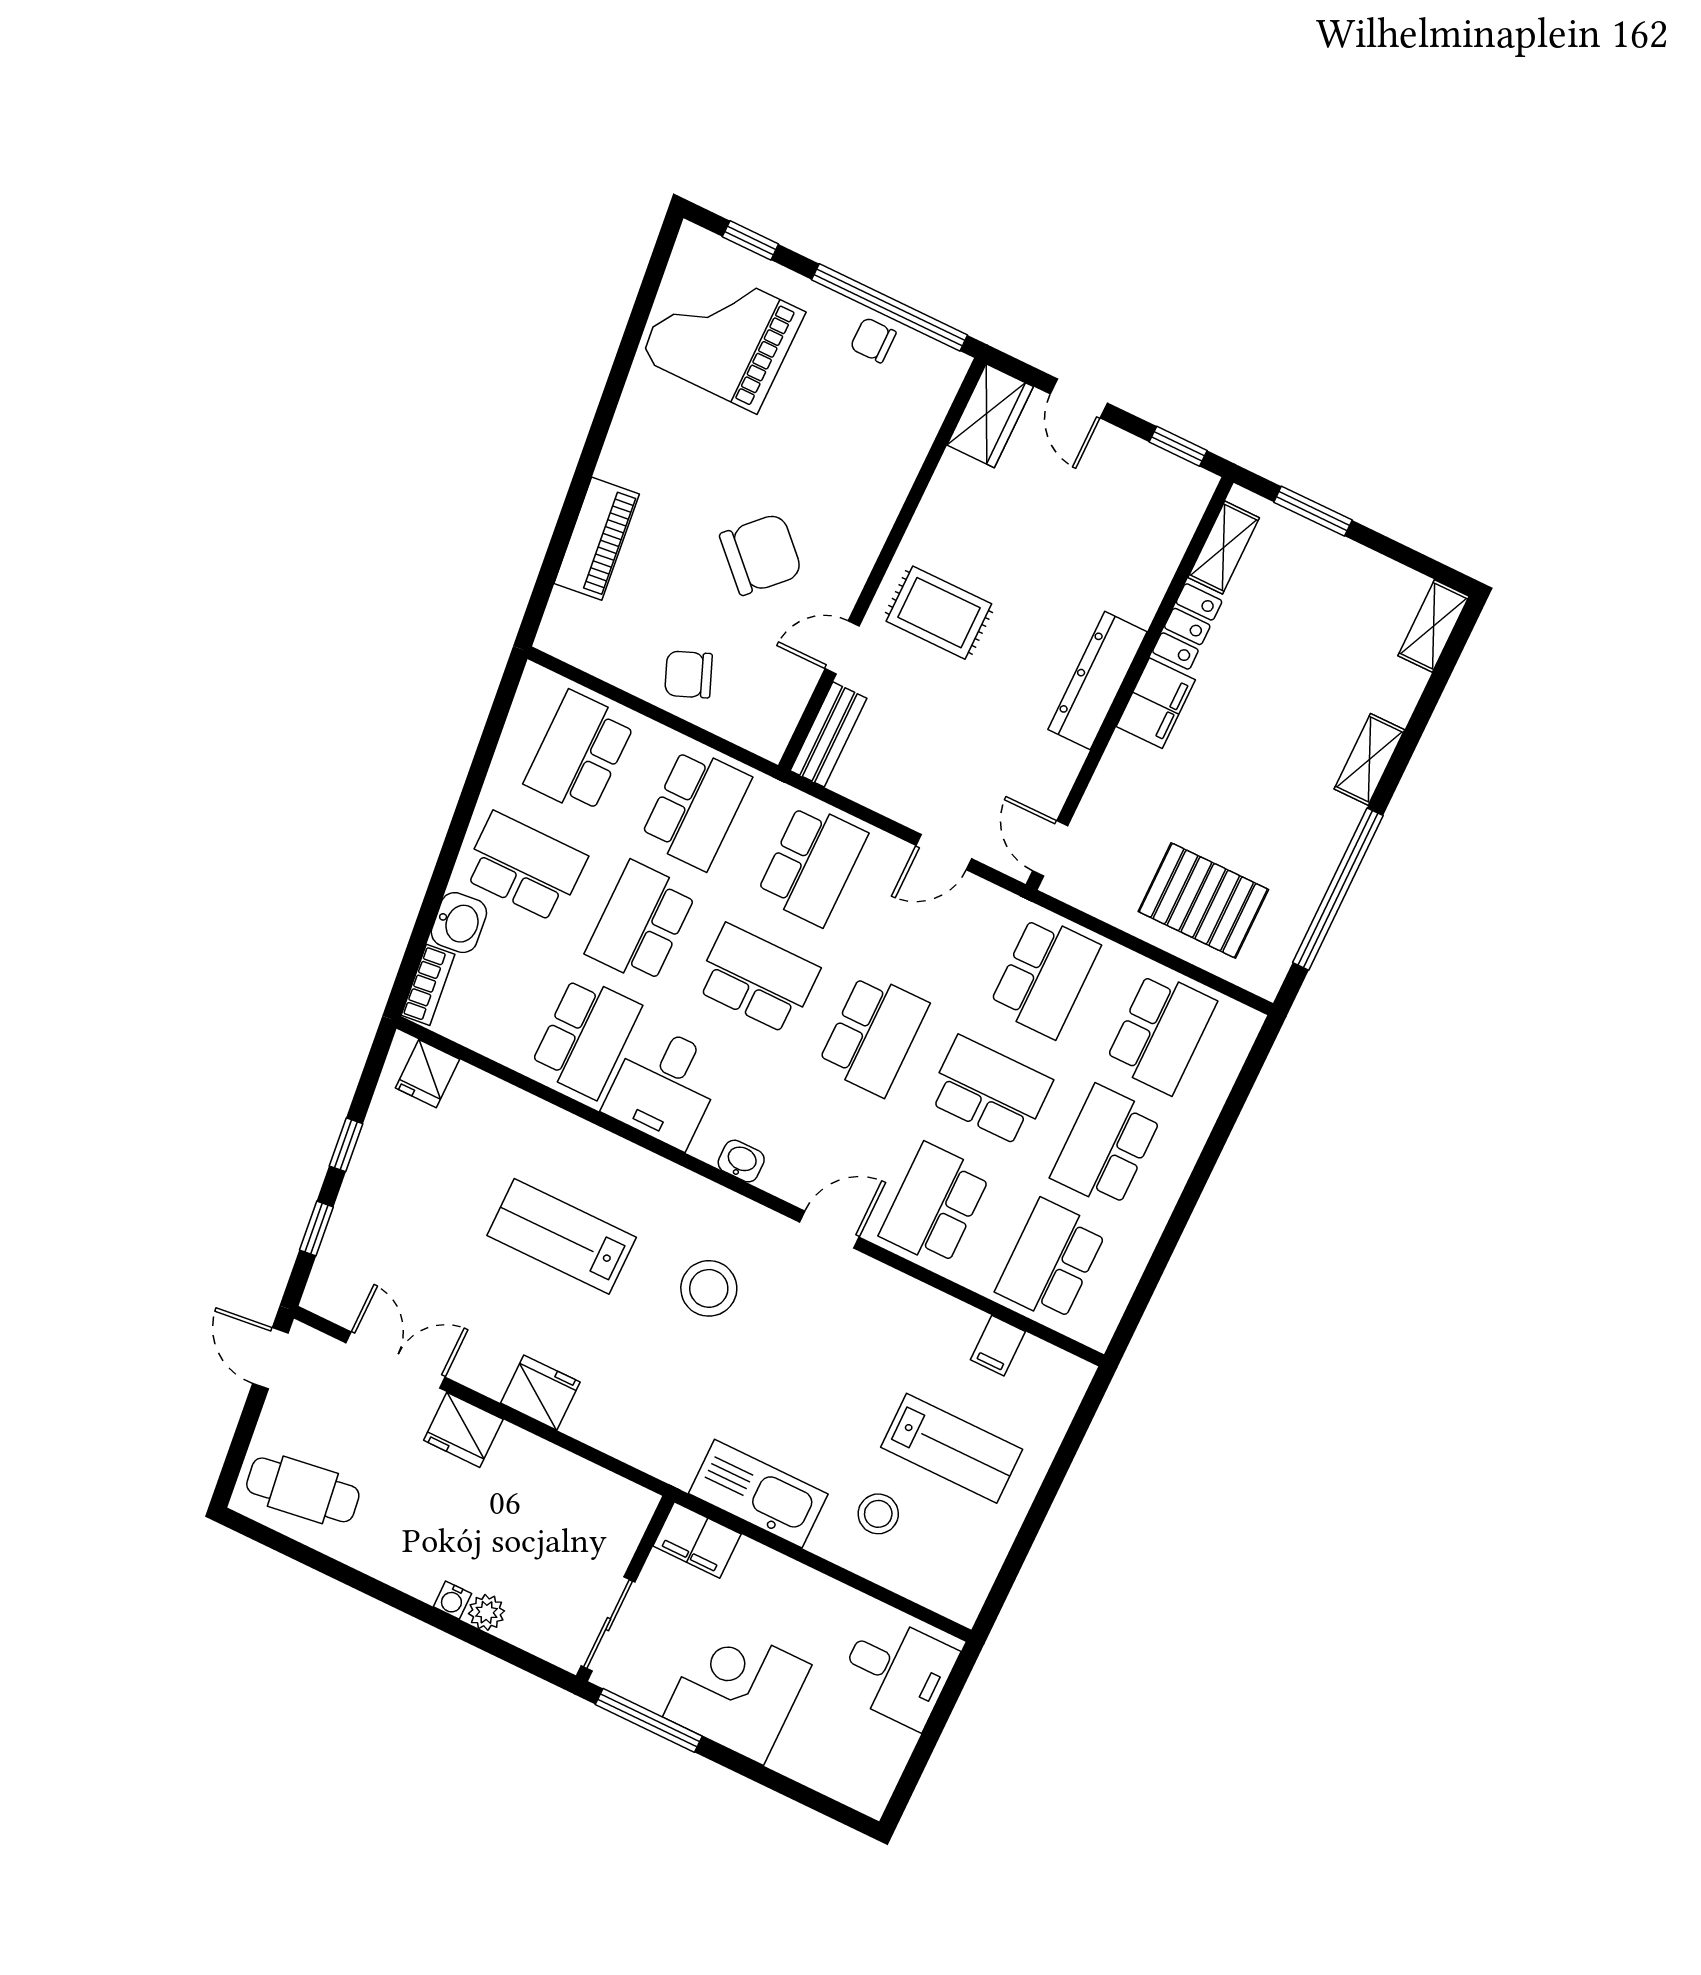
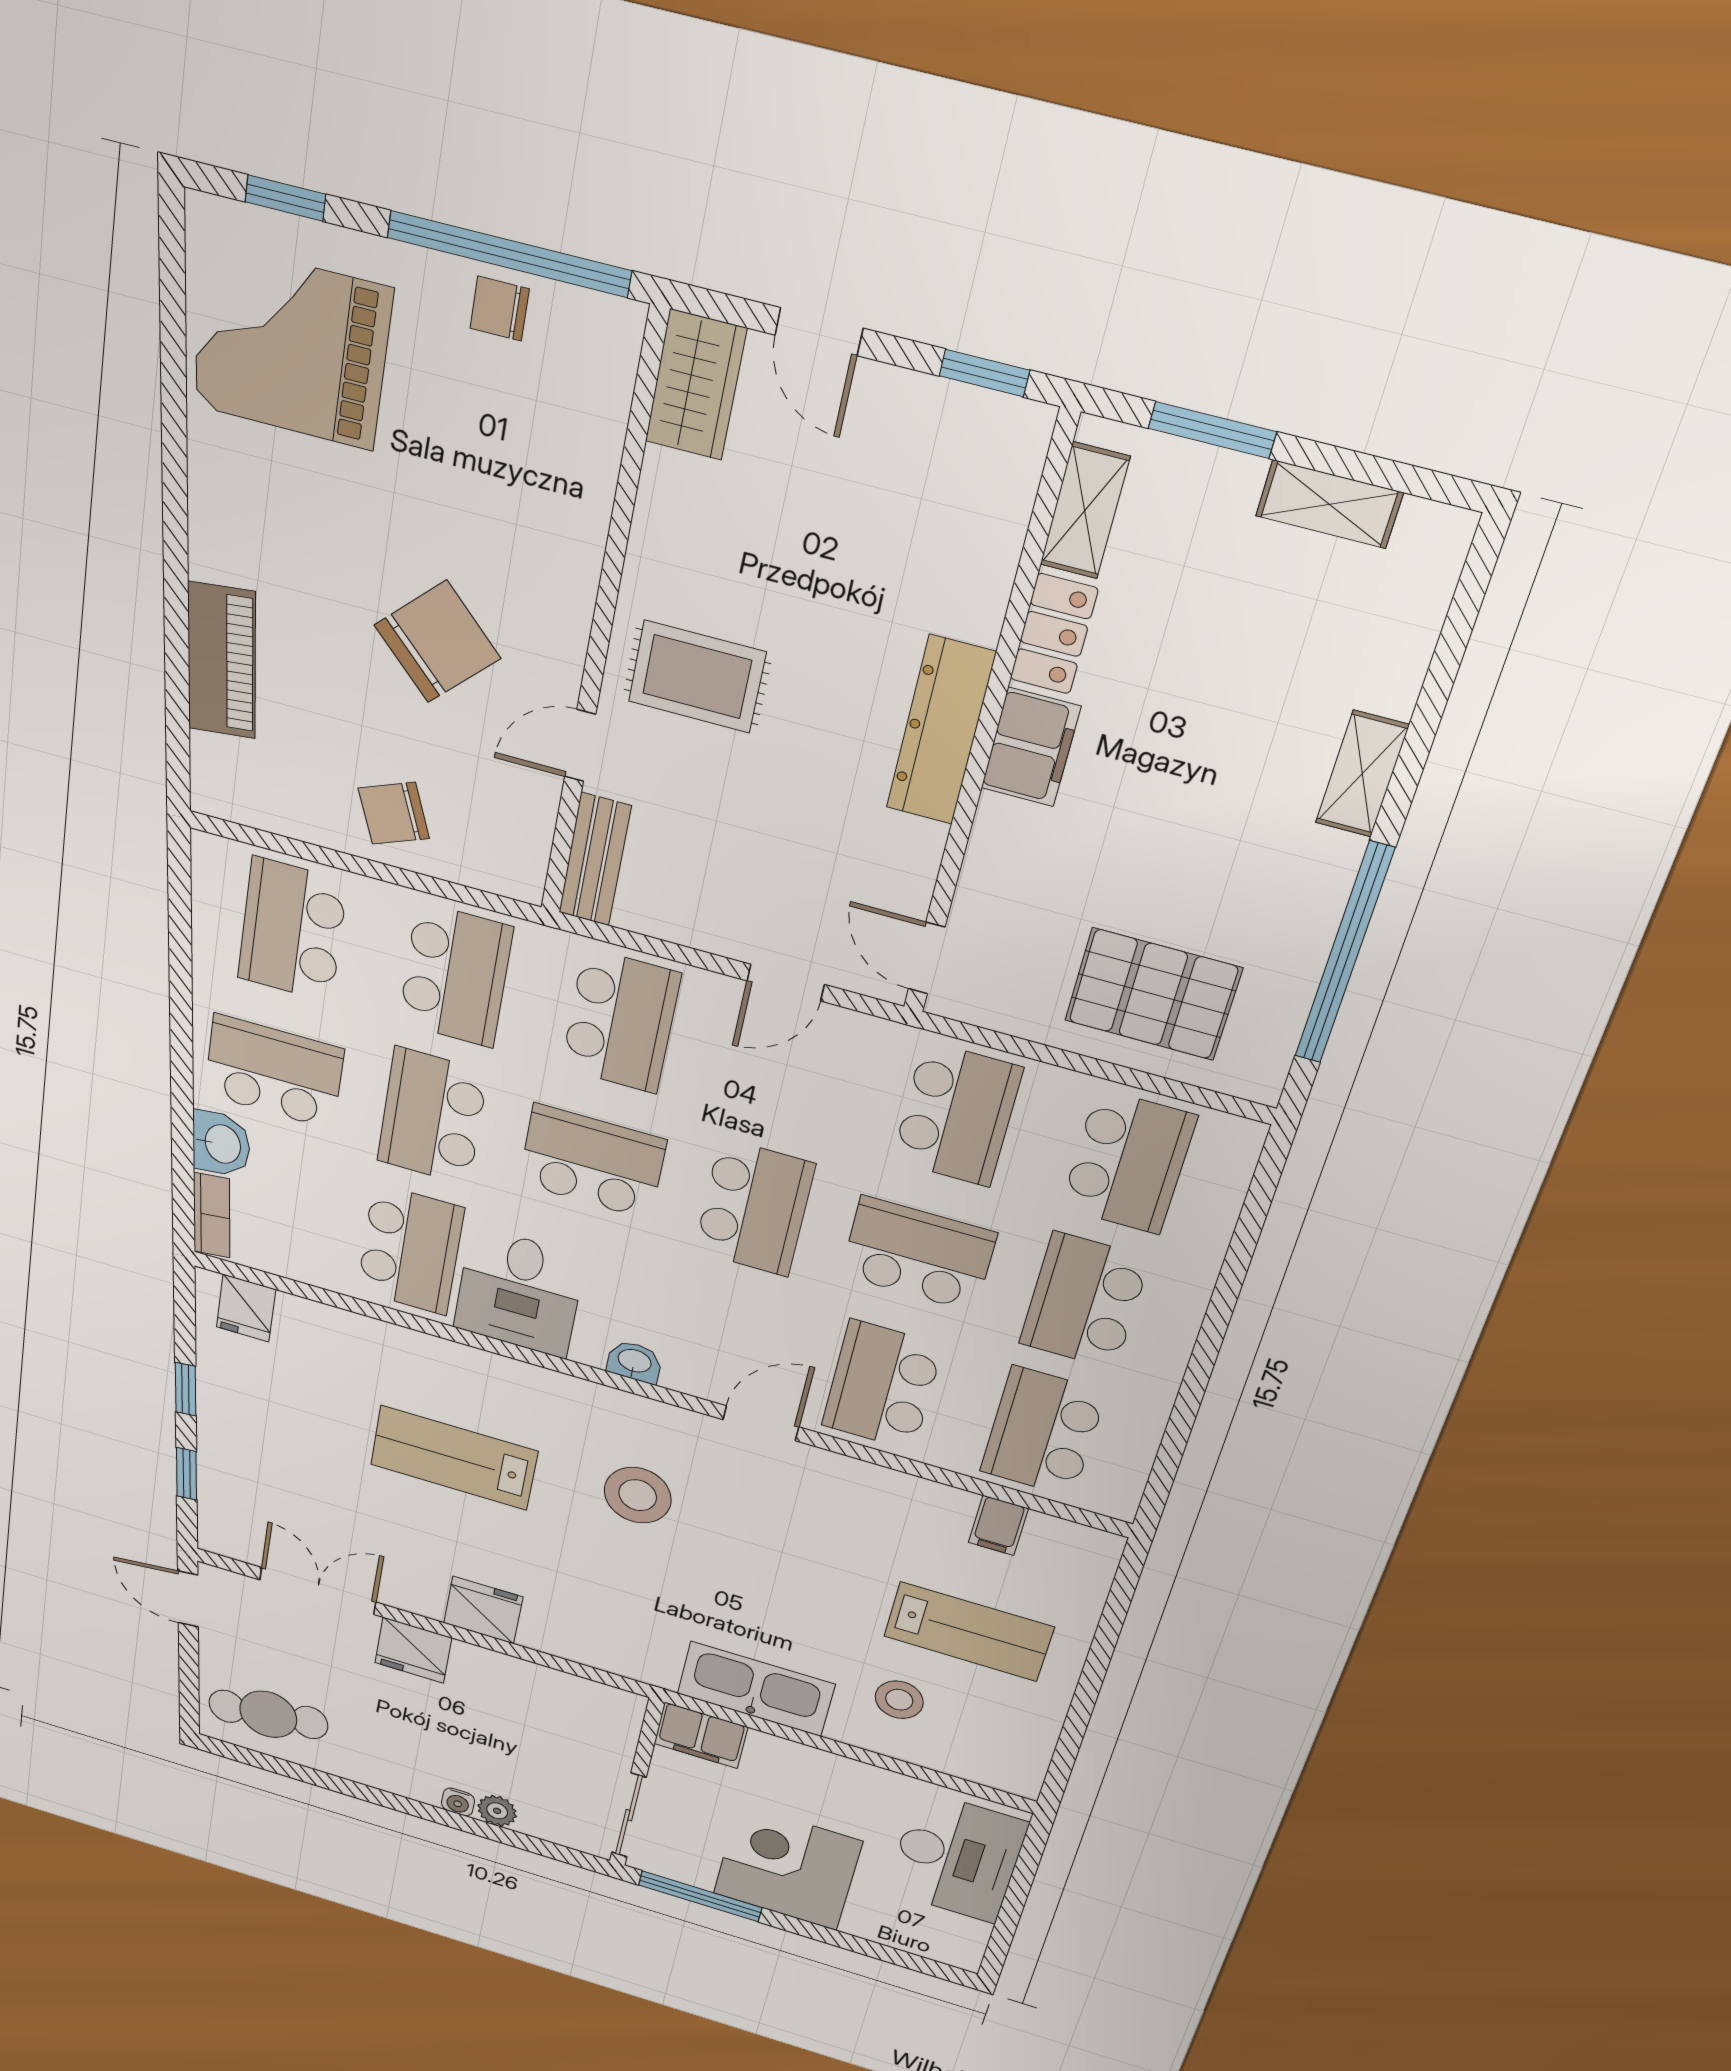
shelving: (1433, 626) -> (1329, 504), moved, turned 90
desk: (897, 1671) -> (957, 1857), width x1.37

